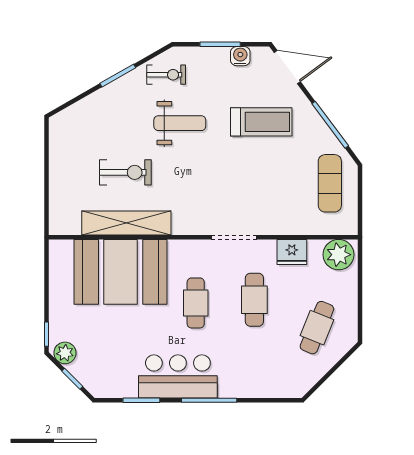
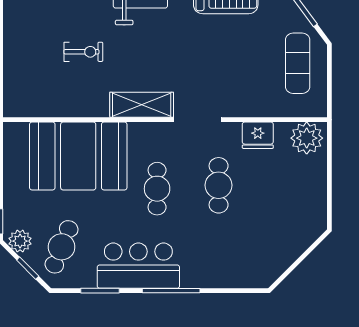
exercise bike: (125, 172) -> (83, 52), width x0.73, depth x0.72
shelving: (126, 223) -> (142, 105), moved, width x0.68
cafe table: (317, 328) -> (62, 247), moved

